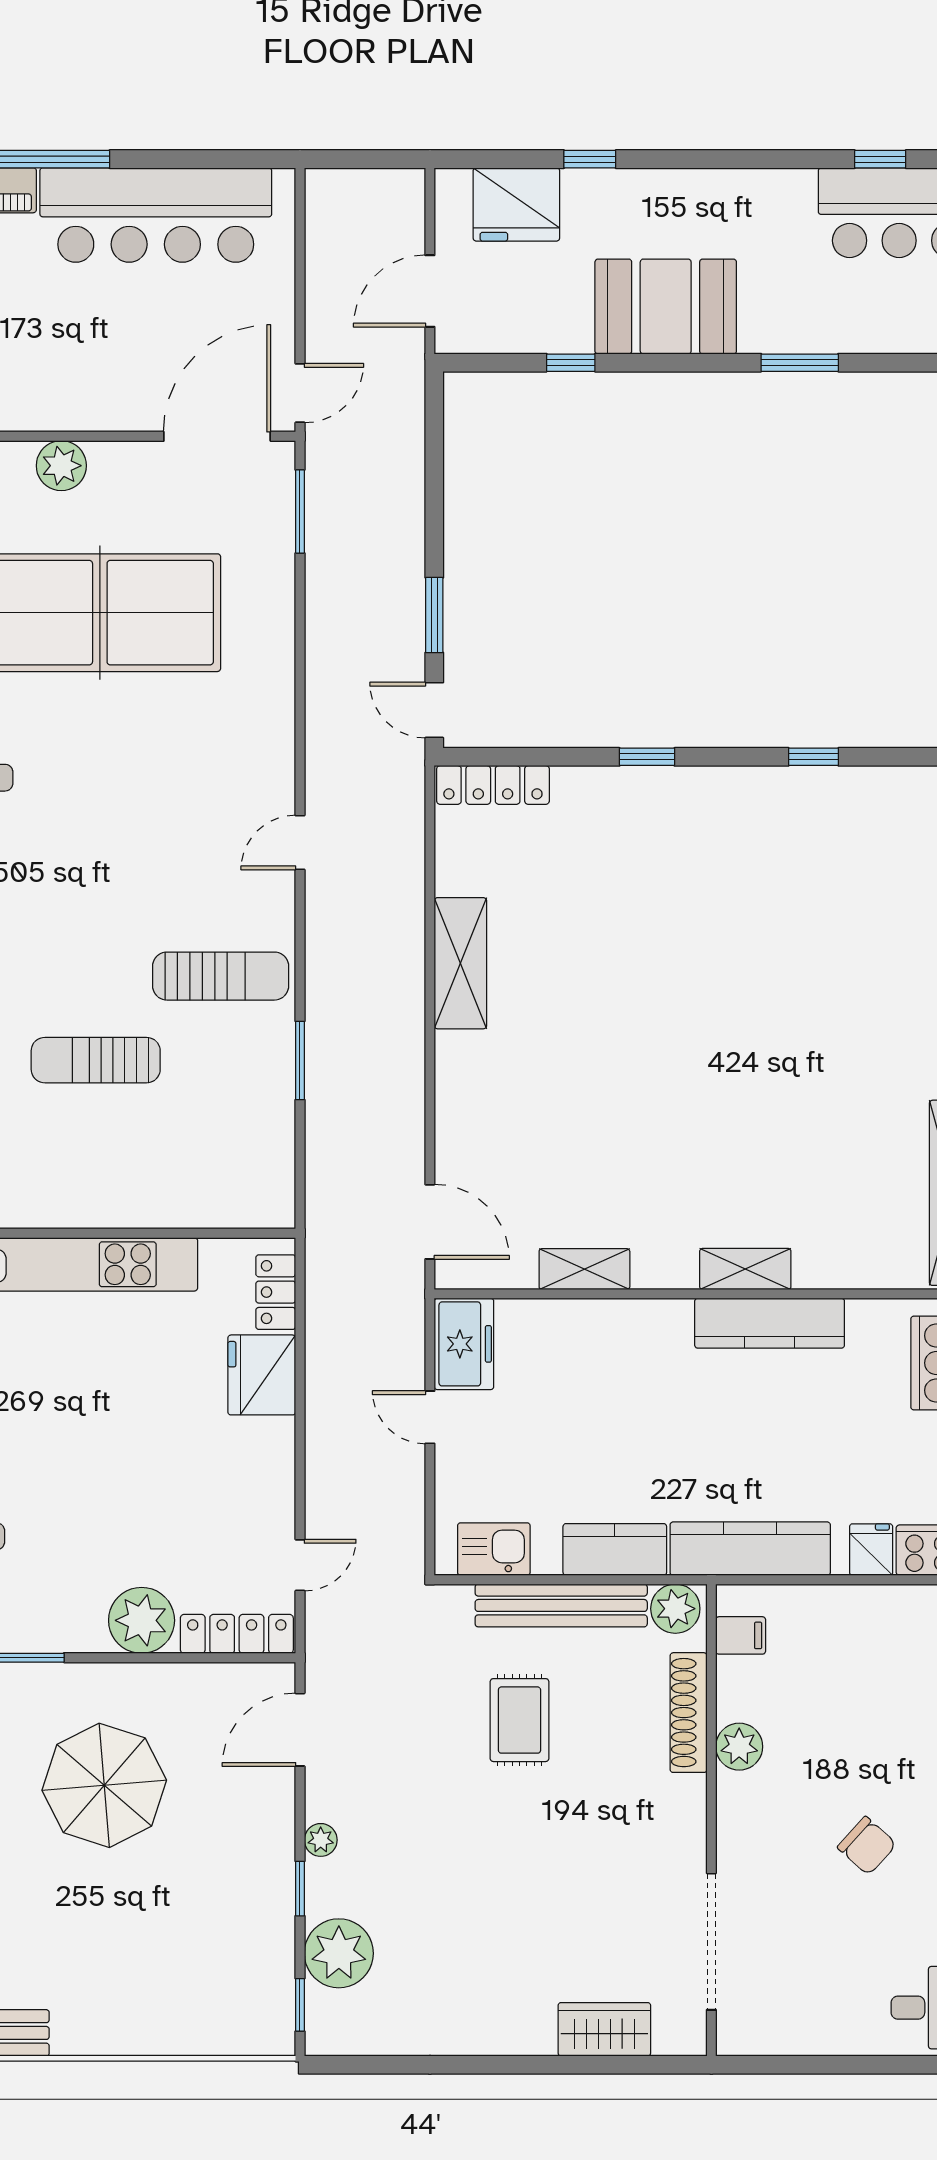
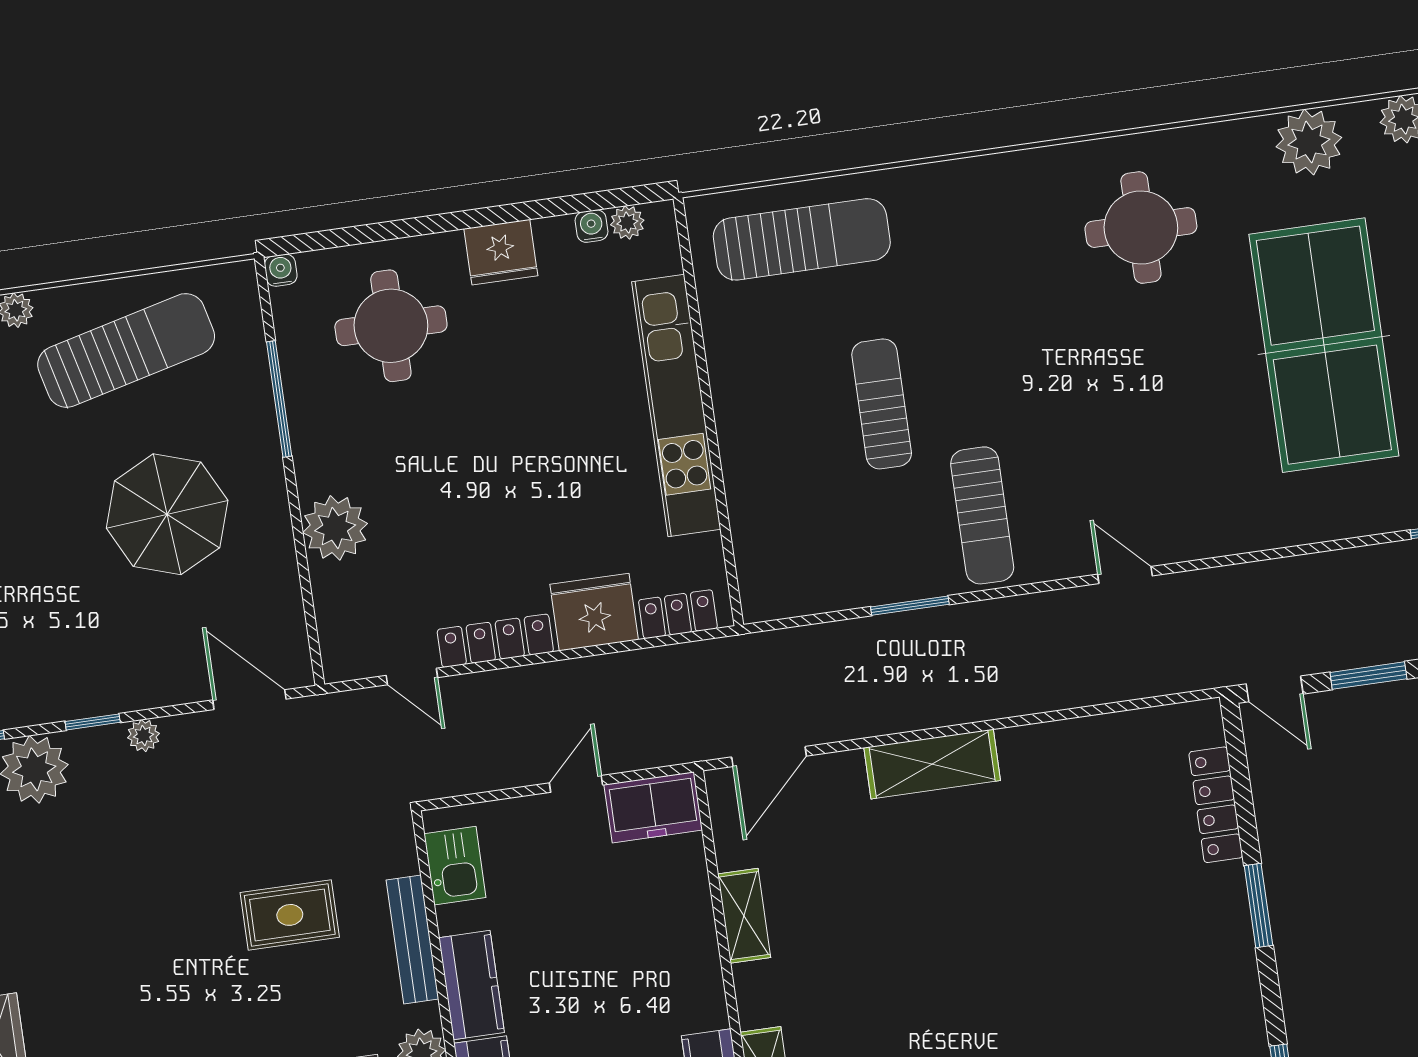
door: (434, 710) -> (1275, 689), swing flipped
window: (647, 757) -> (1258, 905), width x1.50
locker: (493, 785) -> (1216, 805), moved
shelving: (460, 963) -> (932, 764), moved
bench: (561, 1605) -> (412, 939), width x0.73, depth x0.82
locker: (237, 1634) -> (495, 641), moved, turned -90

